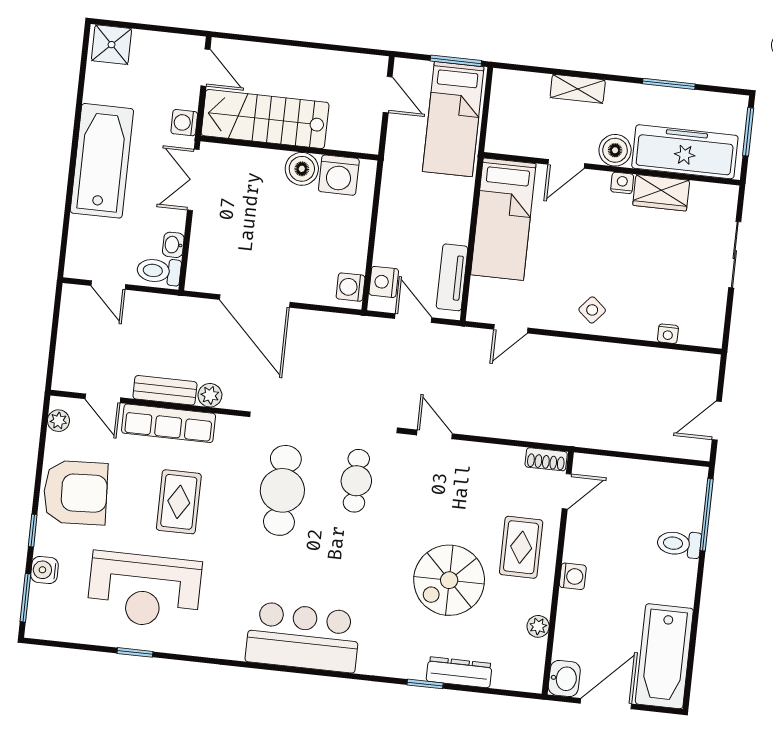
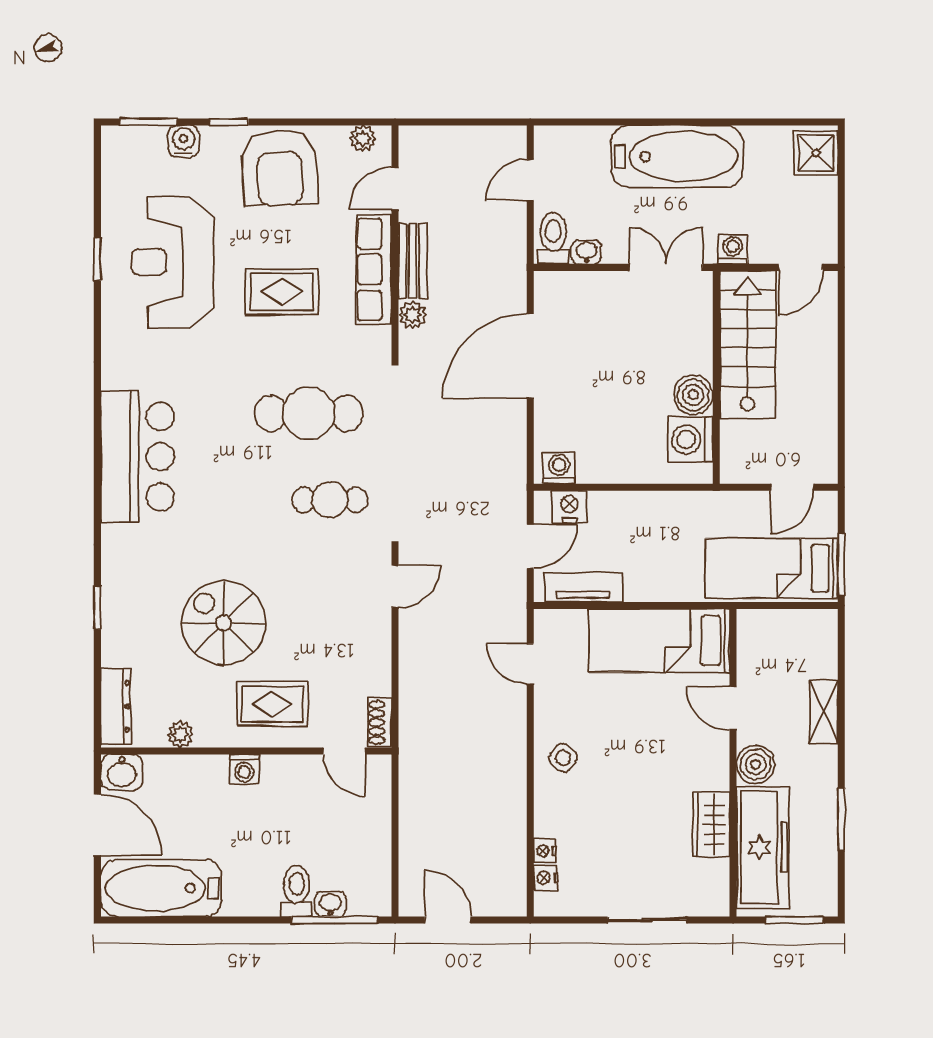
nightstand: (622, 183) -> (546, 878), moved, turned 180
washbasin: (693, 517) -> (330, 904), added
dresser: (459, 672) -> (116, 706), moved

